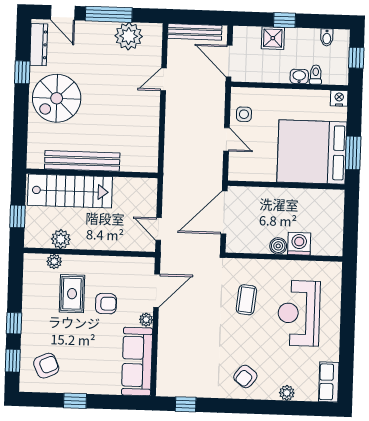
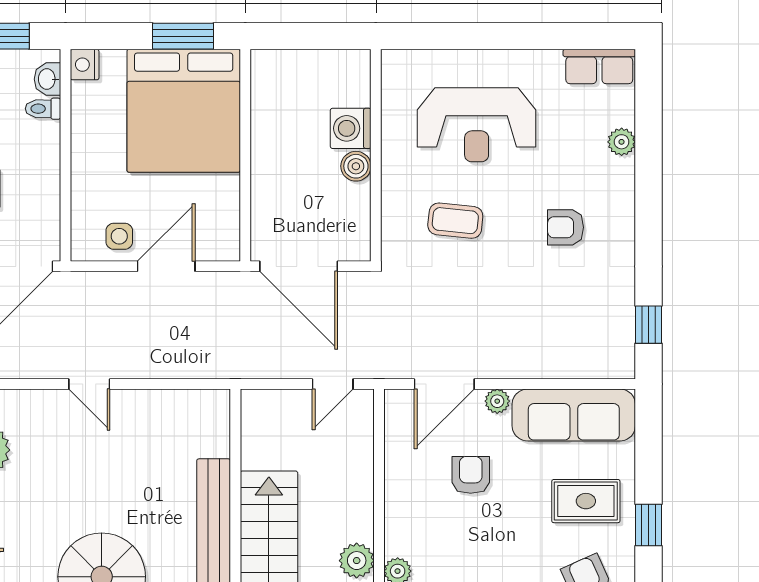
washbasin: (299, 76) -> (48, 79), moved
door: (164, 79) -> (89, 384), moved
door: (226, 139) -> (166, 266), width x1.38
door: (157, 291) -> (444, 384), swing flipped
rug: (72, 294) -> (586, 501), moved
armchair: (245, 376) -> (566, 227), moved, turned 142

